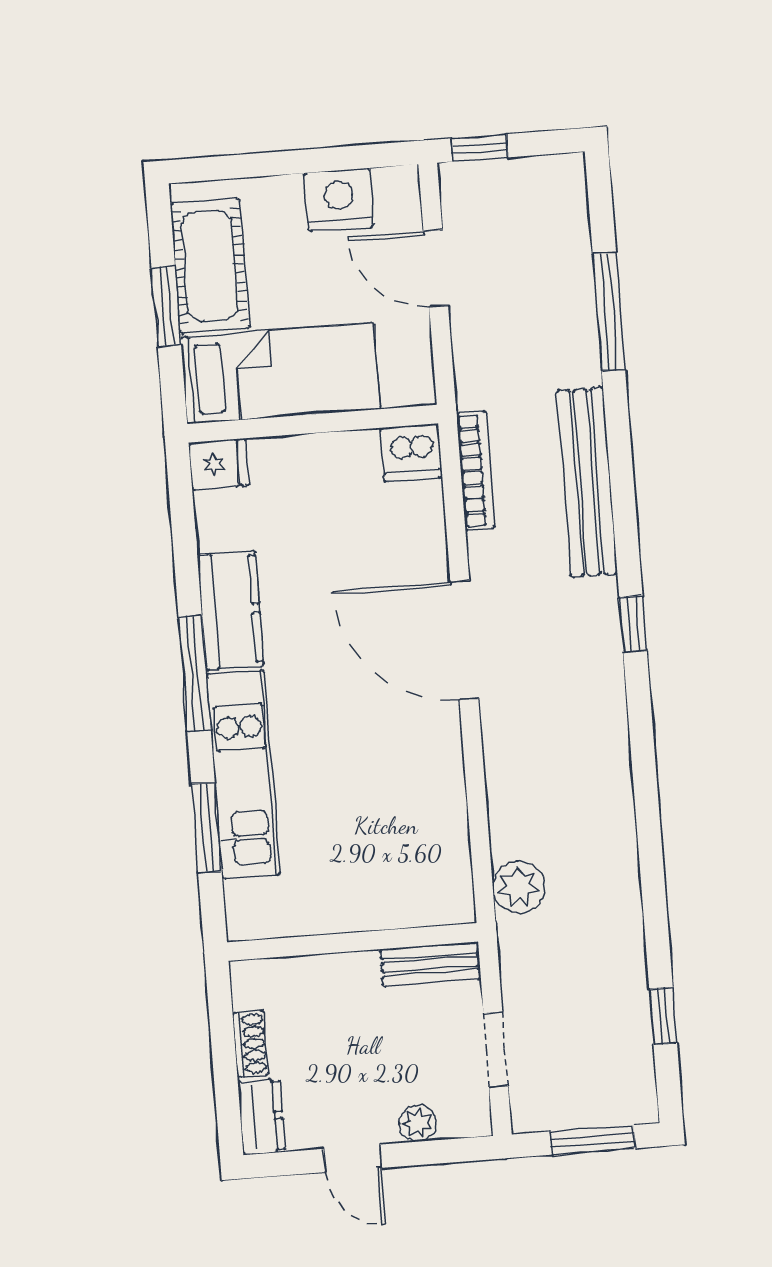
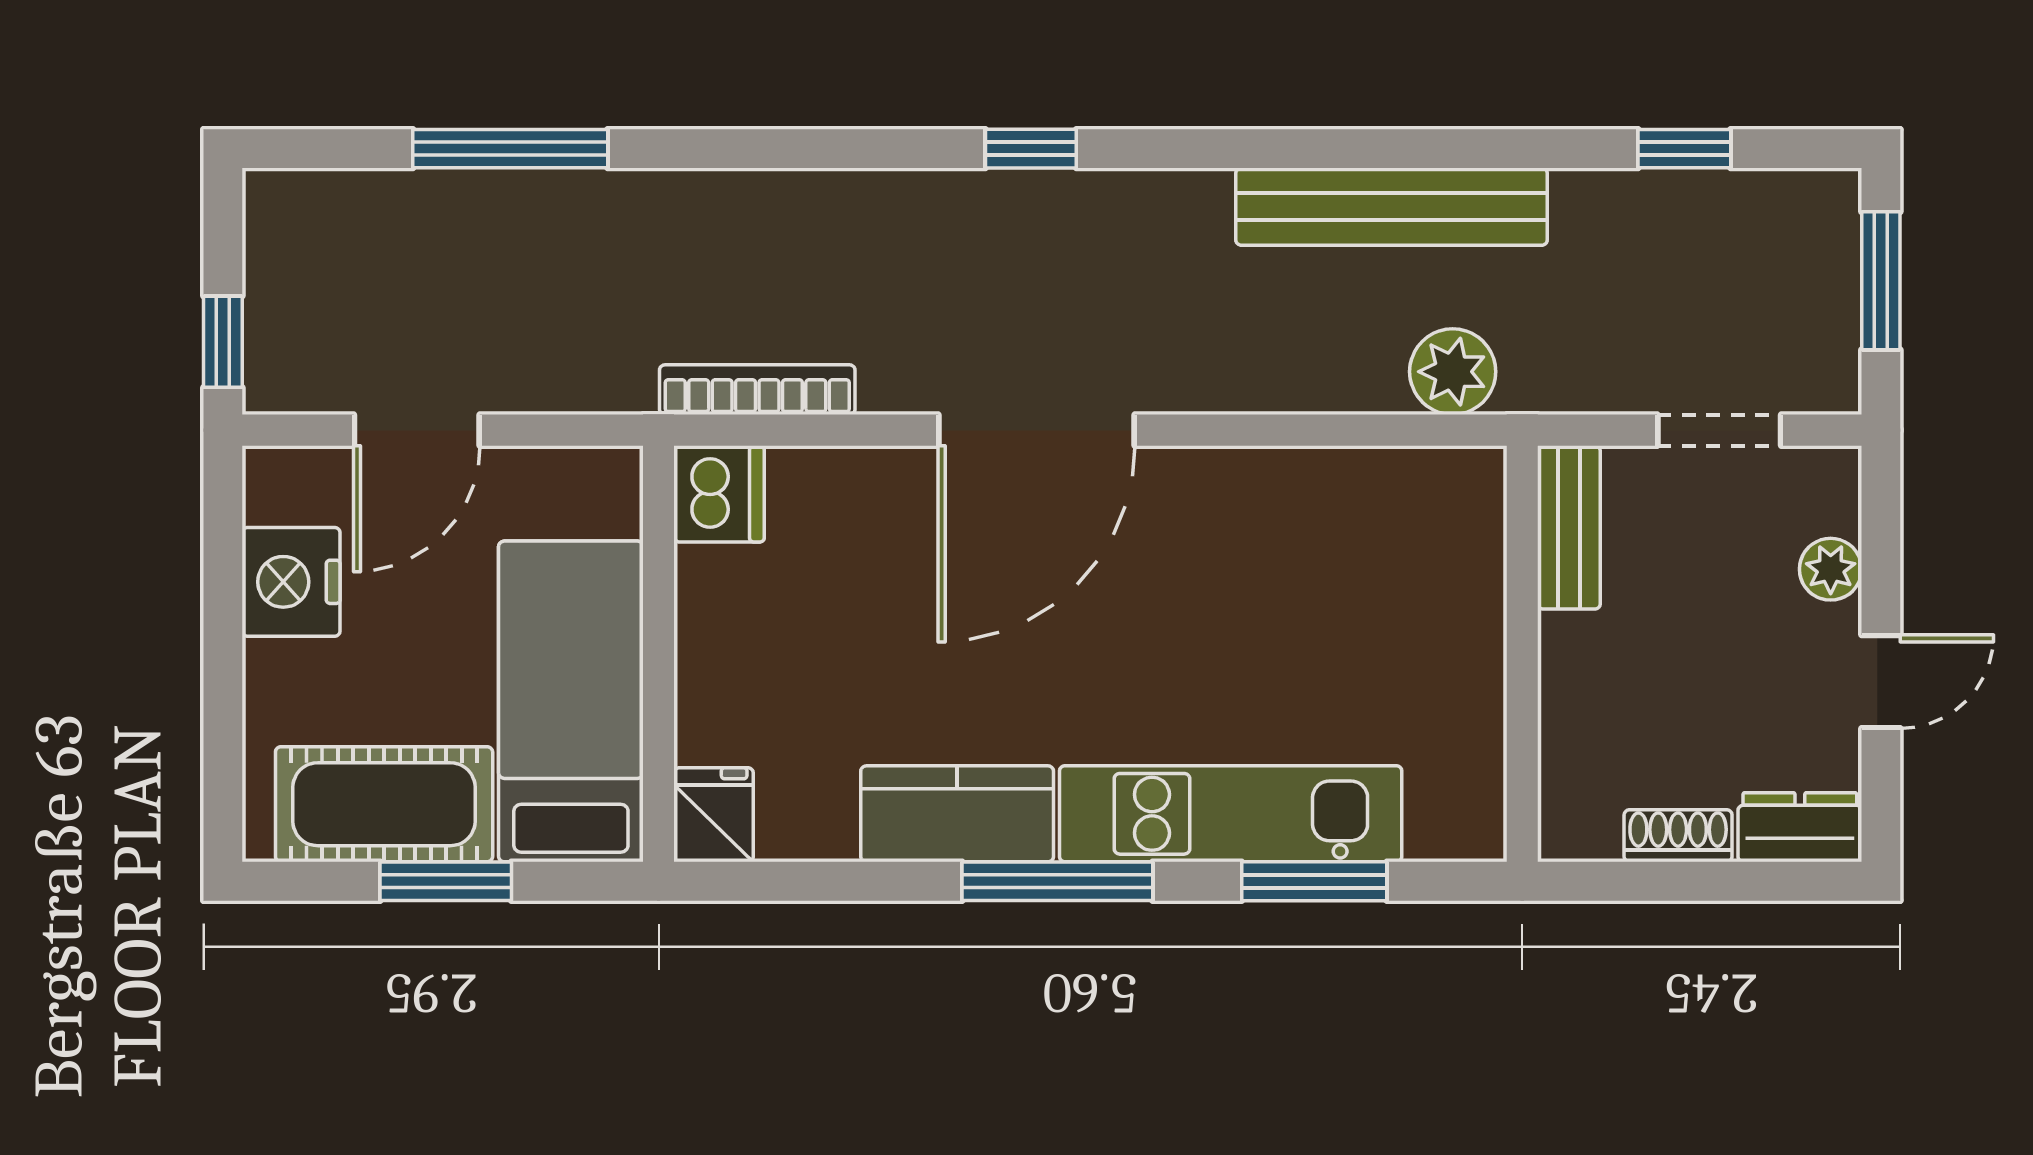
bench: (587, 482) -> (1392, 207), moved

